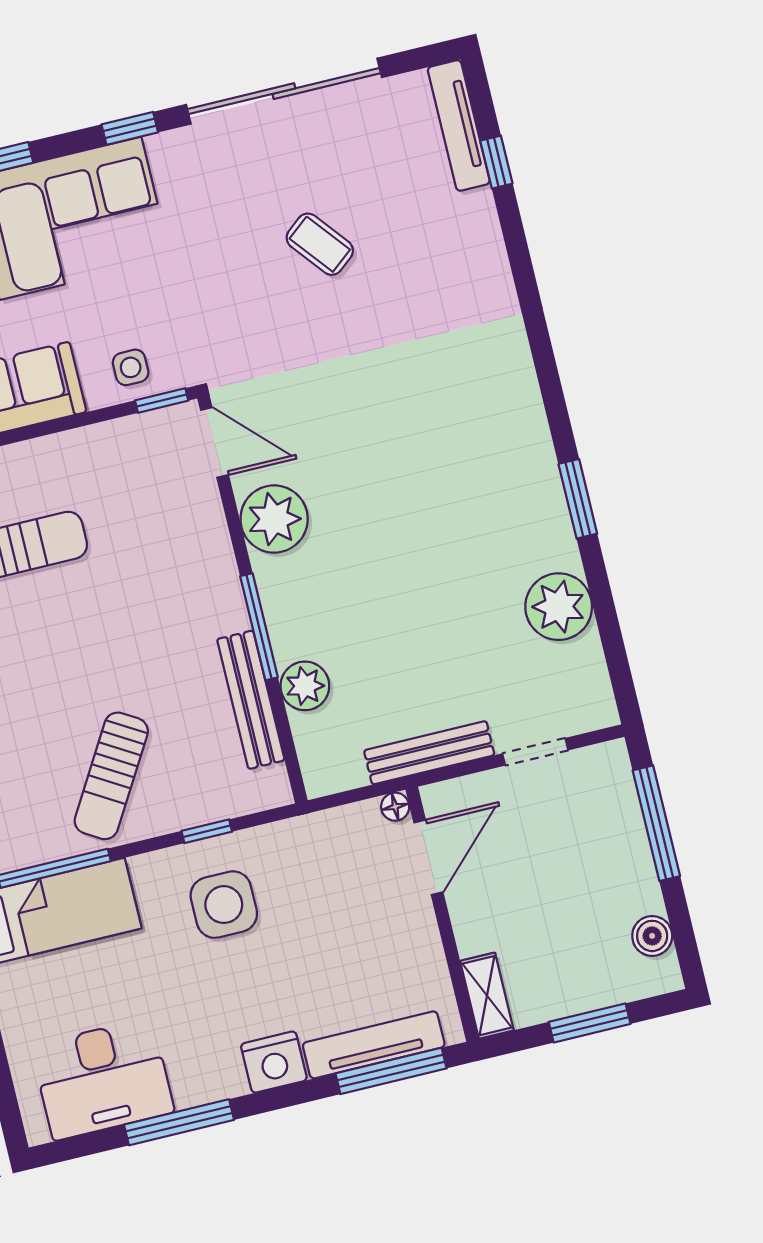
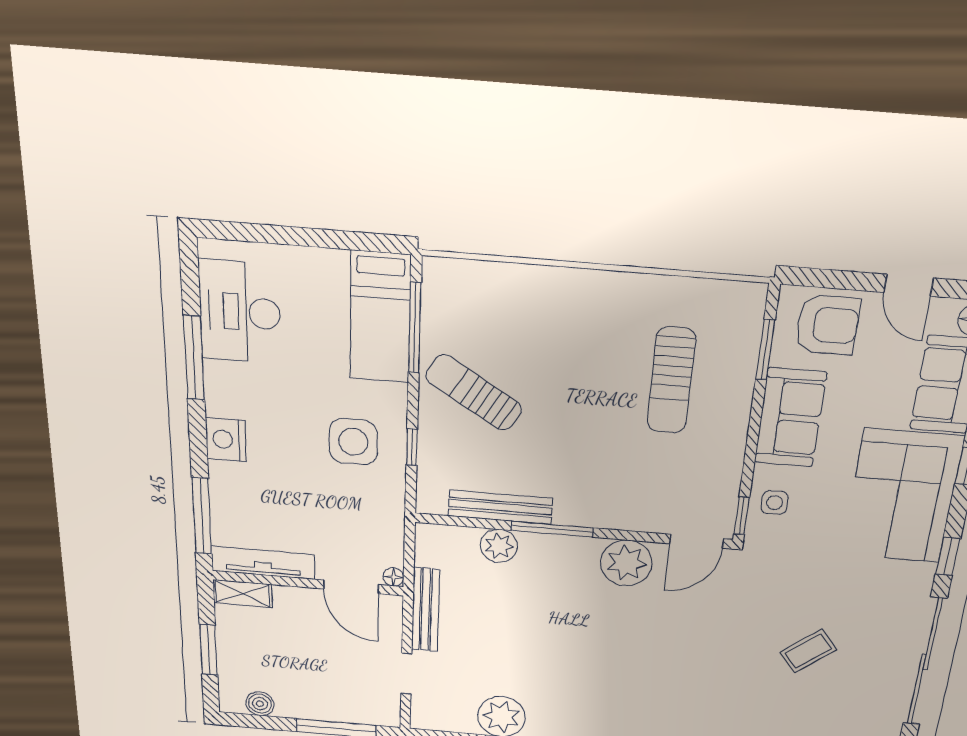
tv unit: (374, 1045) -> (263, 563), moved, turned -90

